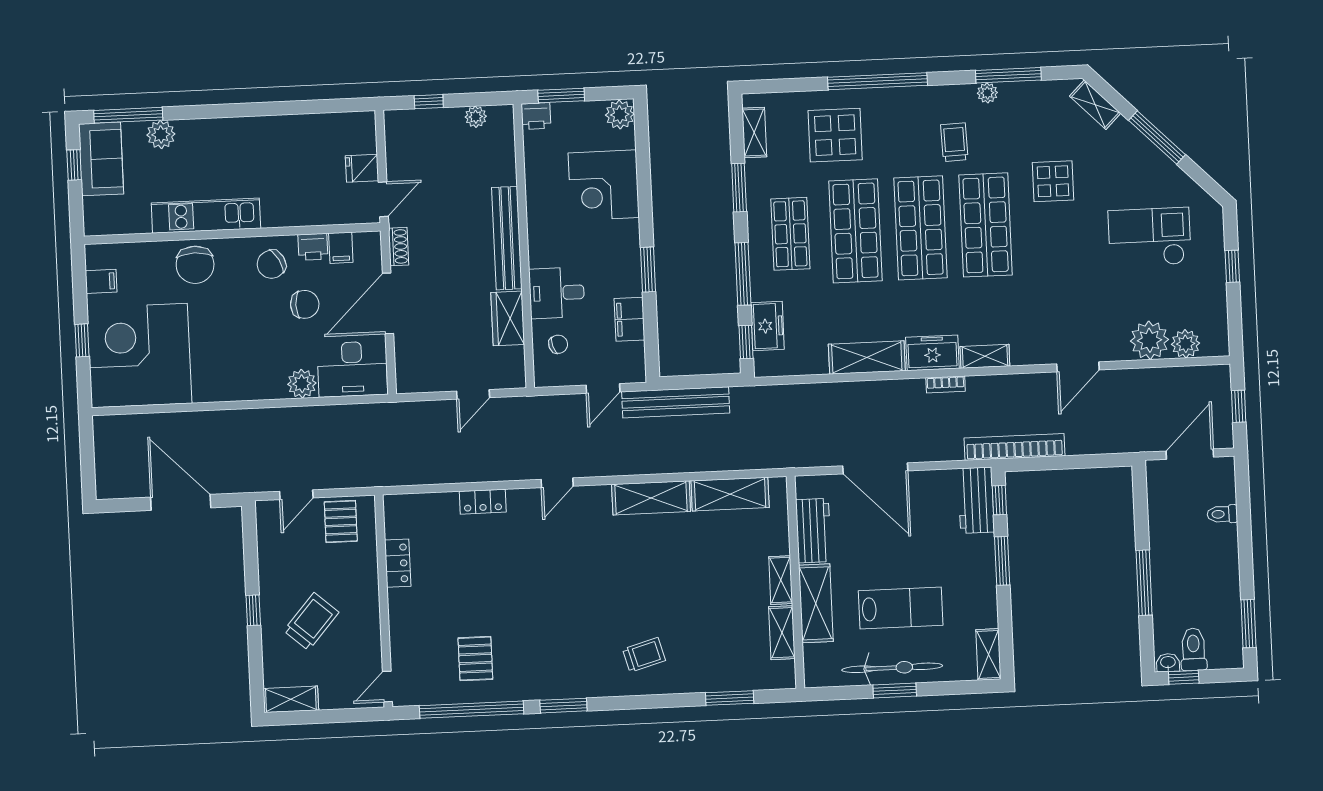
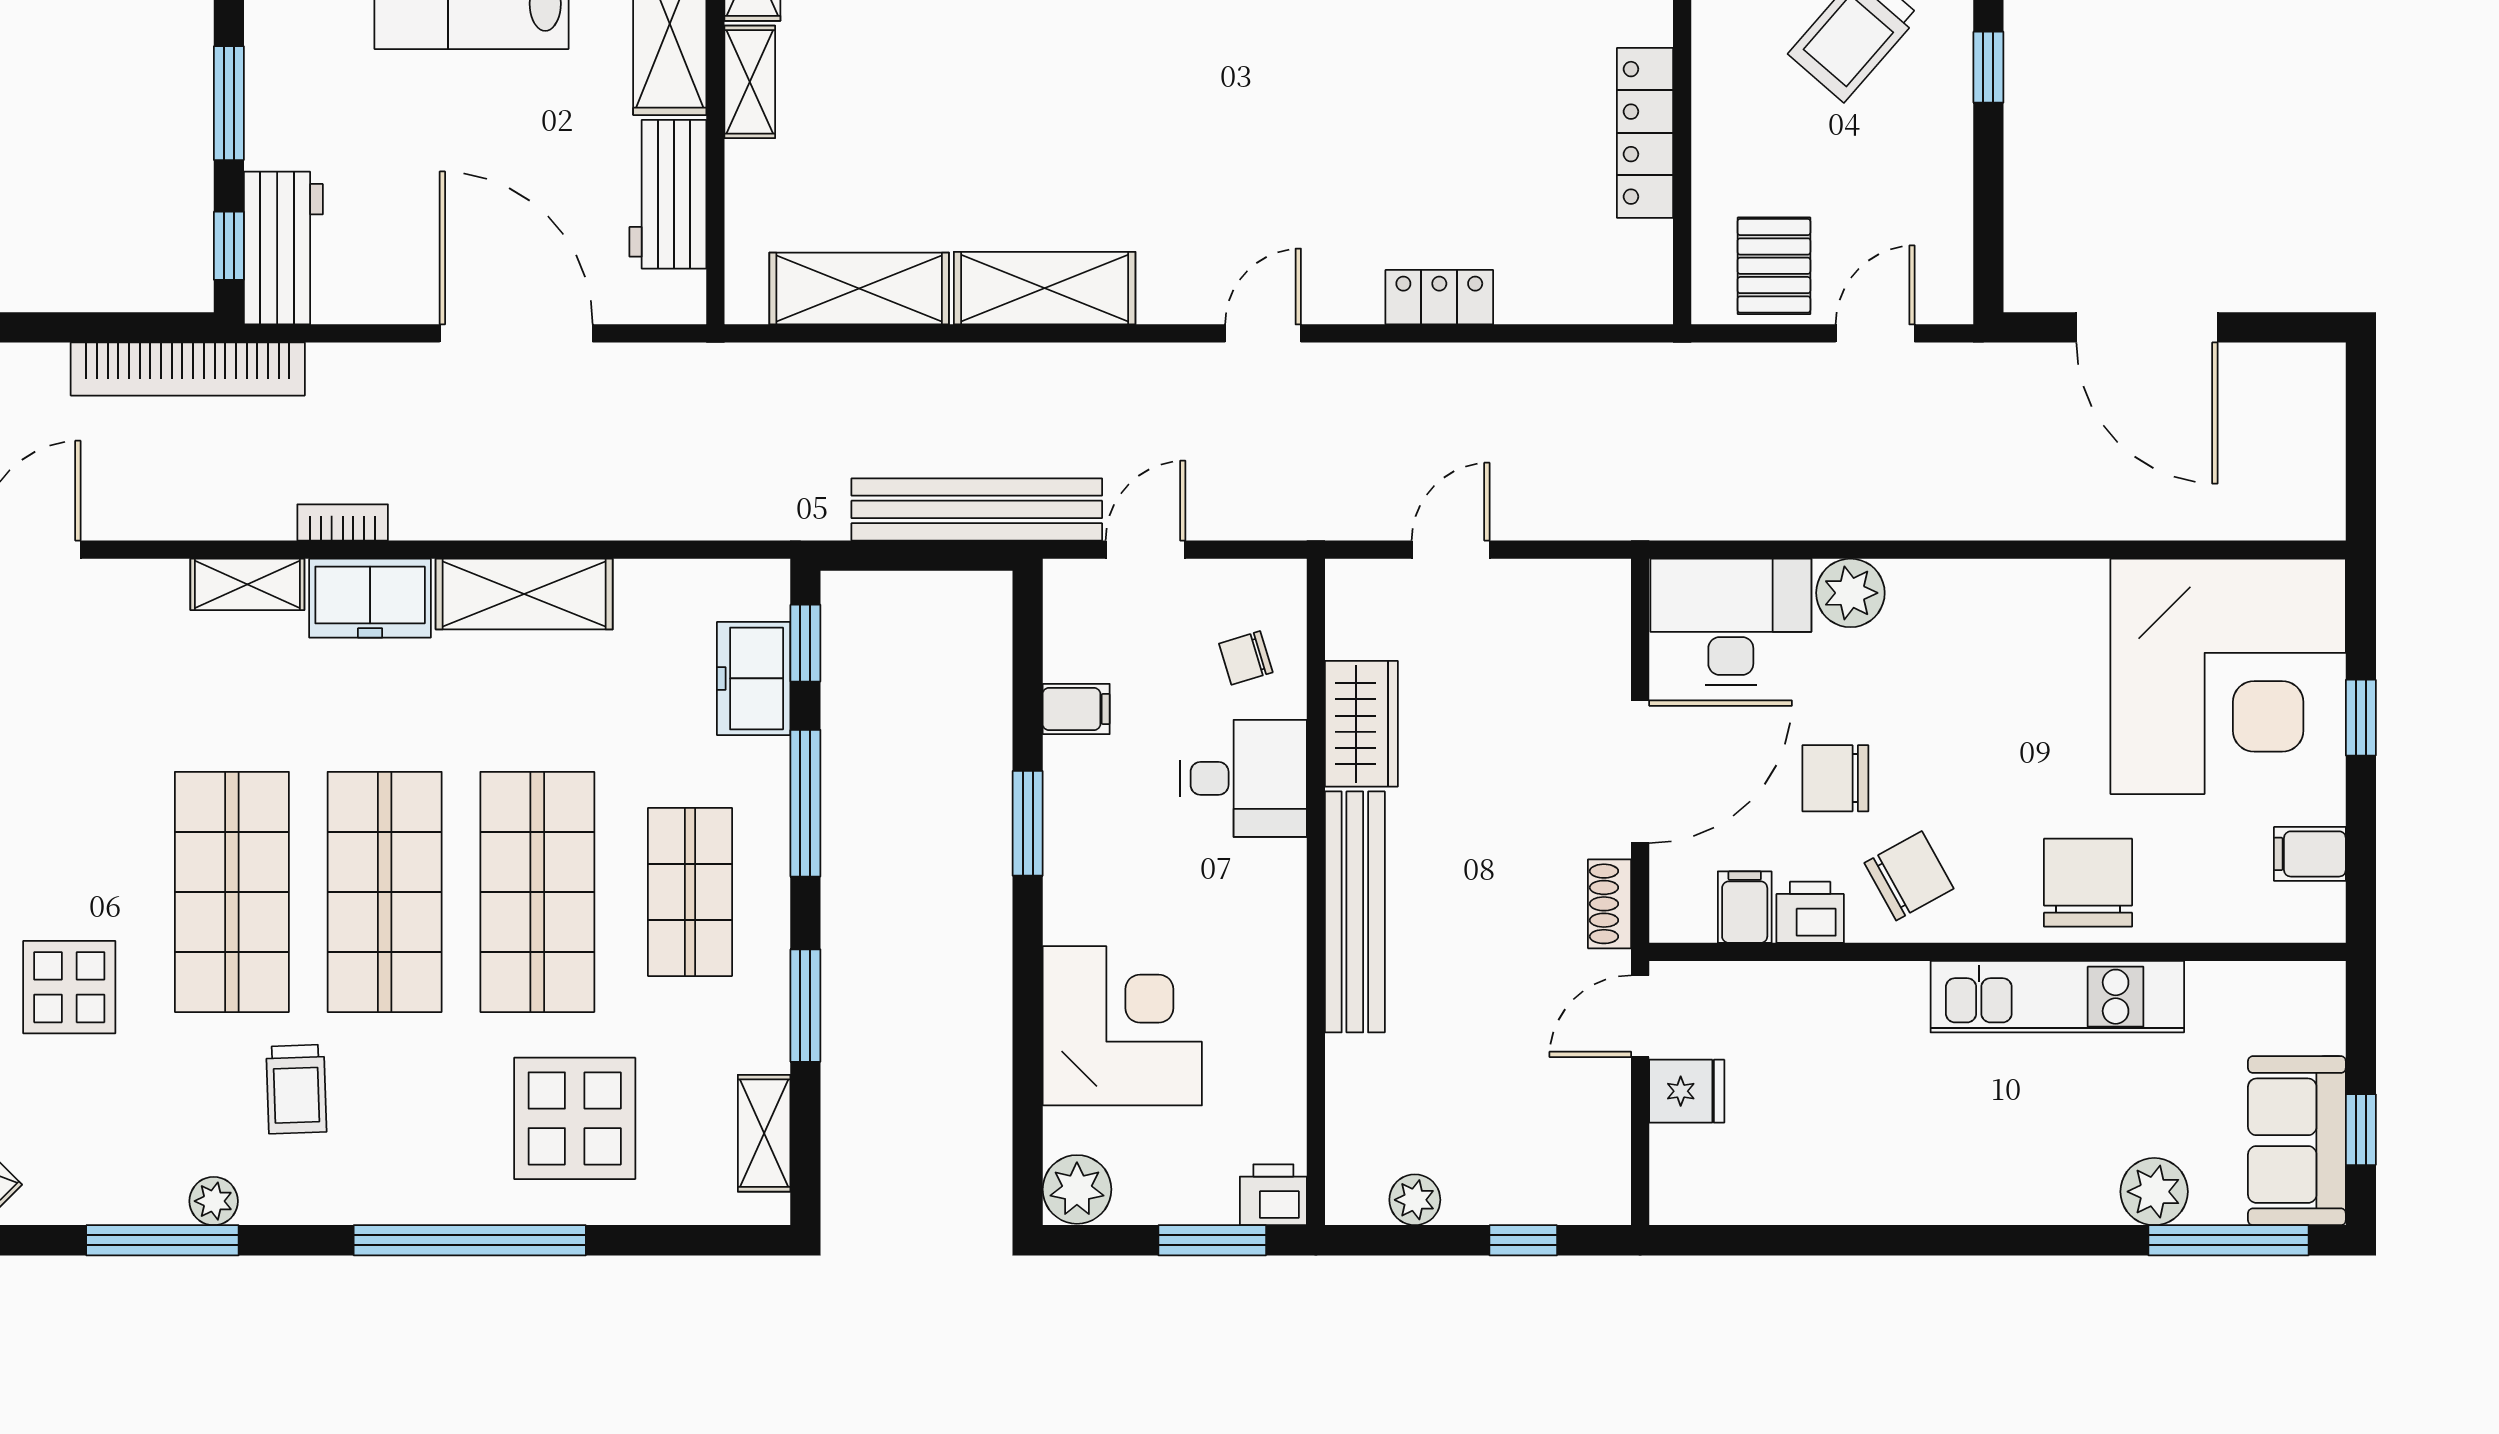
filing cabinet: (629, 319) -> (1076, 709), width x0.50
locker: (398, 563) -> (1645, 133), width x1.53

